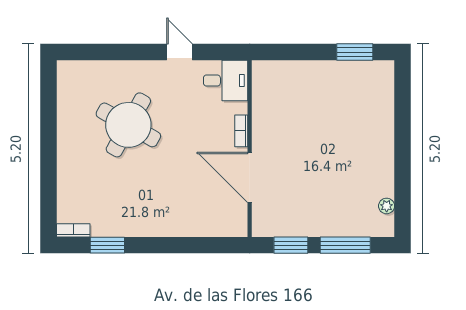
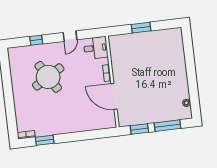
window: (114, 52) -> (36, 40), added
door: (179, 52) -> (70, 36), swing flipped
window: (355, 52) -> (141, 28), moved
round table: (128, 125) -> (48, 77), turned 30

